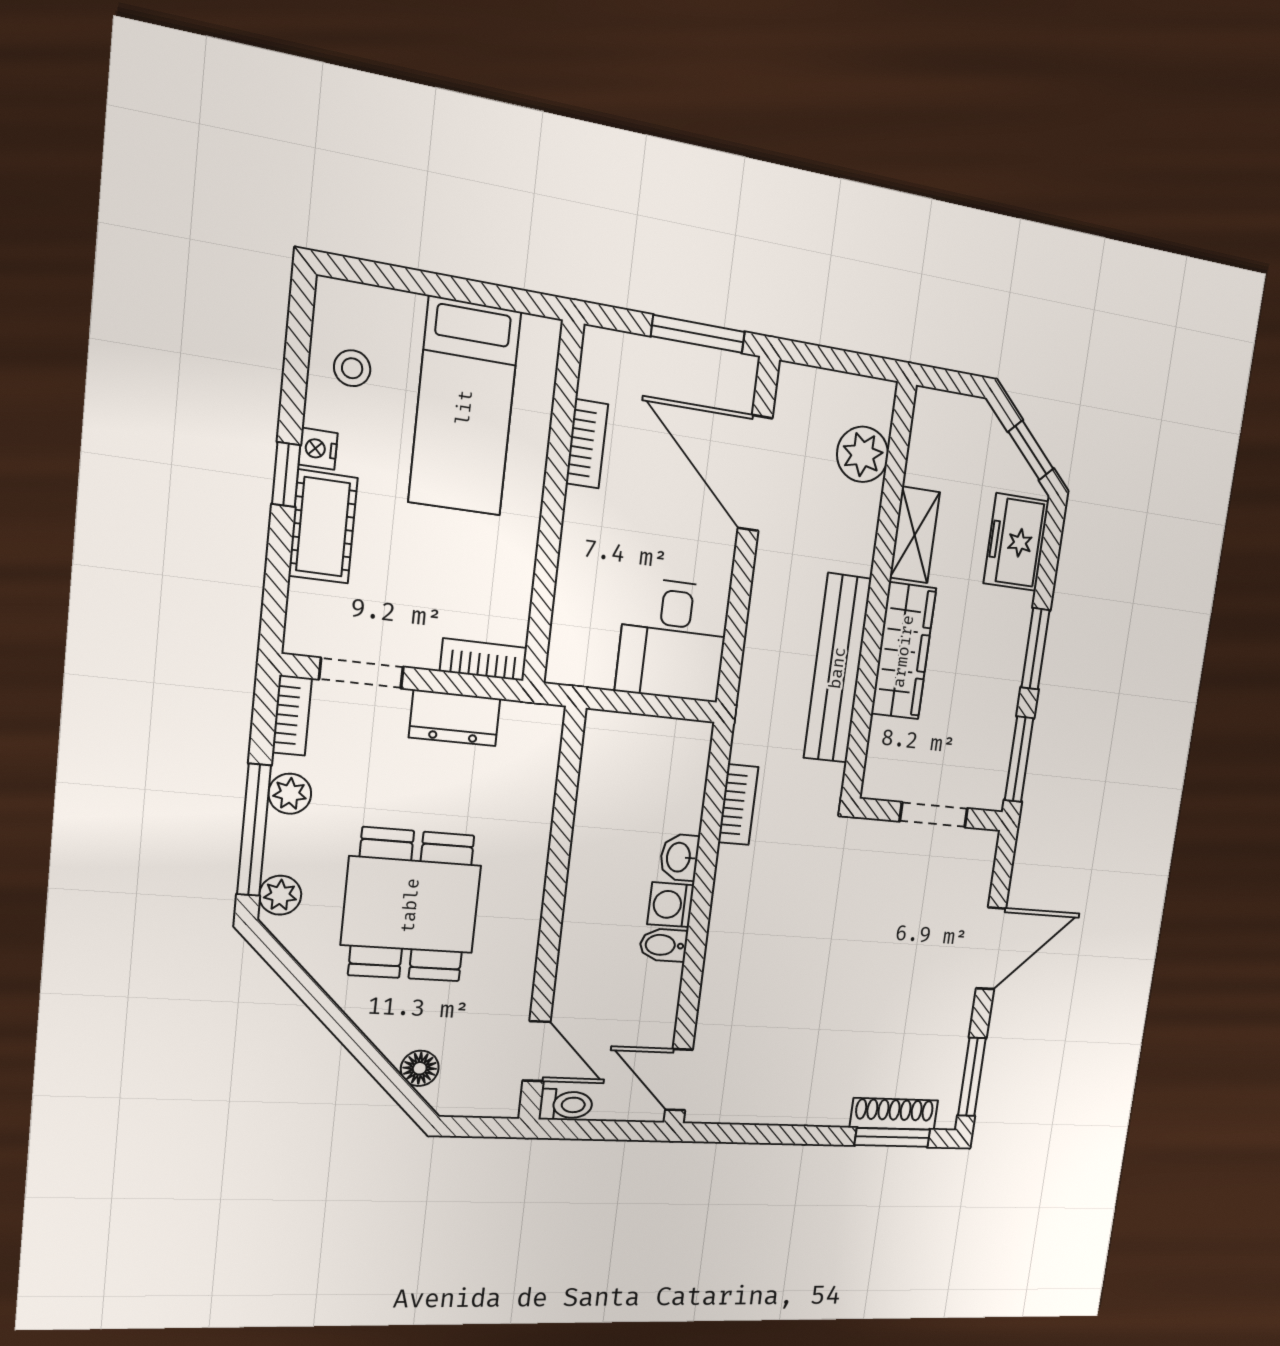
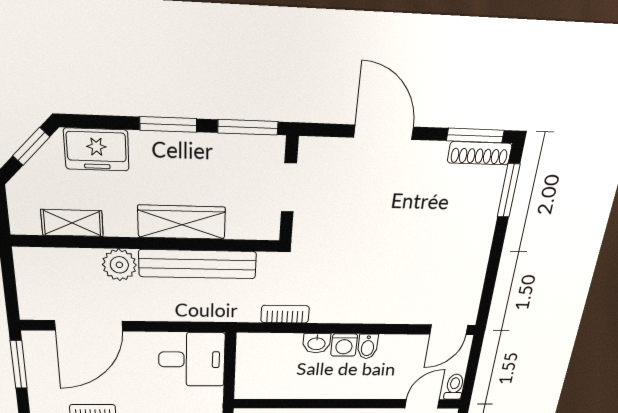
plant: (863, 454) -> (119, 265), moved
shelving: (915, 535) -> (72, 223), moved
shoe rack: (894, 1114) -> (480, 153), moved, turned -90

